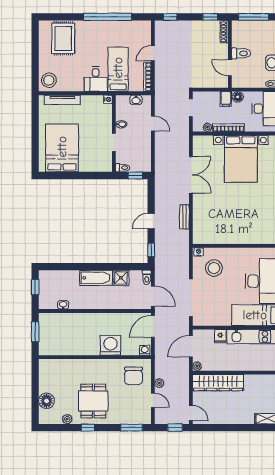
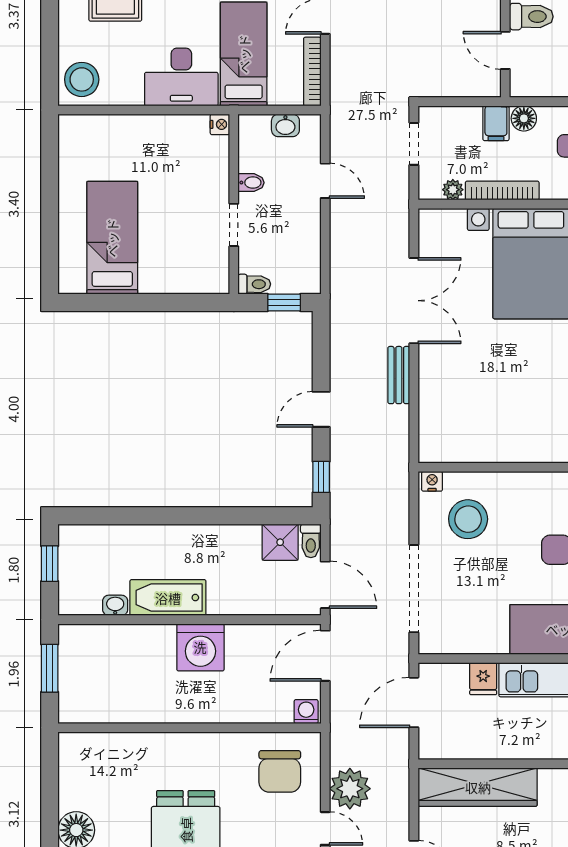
desk: (96, 79) -> (181, 77), width x1.37
tv unit: (62, 100) -> (113, 125), removed
bed: (62, 148) -> (112, 238), width x0.67
bench: (184, 217) -> (399, 375), moved
bathtub: (96, 278) -> (168, 598), moved, turned 180
shower: (121, 278) -> (280, 542), moved
washing machine: (110, 345) -> (200, 647), moved, turned 180
plant: (197, 366) -> (429, 749), removed
plant: (159, 383) -> (350, 789), width x1.88, depth x1.88

